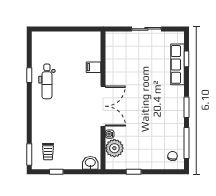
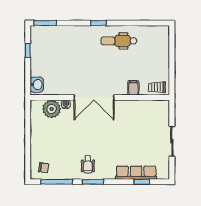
window: (29, 75) -> (98, 23), moved
wheelchair: (169, 112) -> (88, 164), added
trolley: (48, 152) -> (157, 87), moved
window: (134, 172) -> (28, 128), removed

